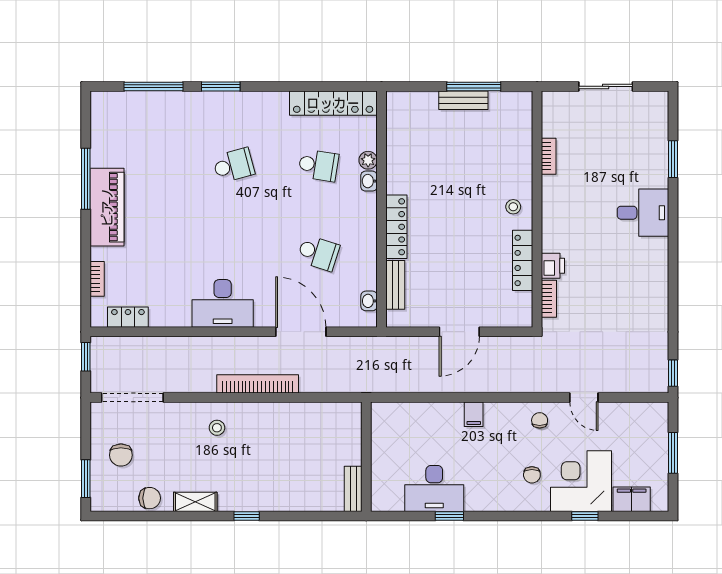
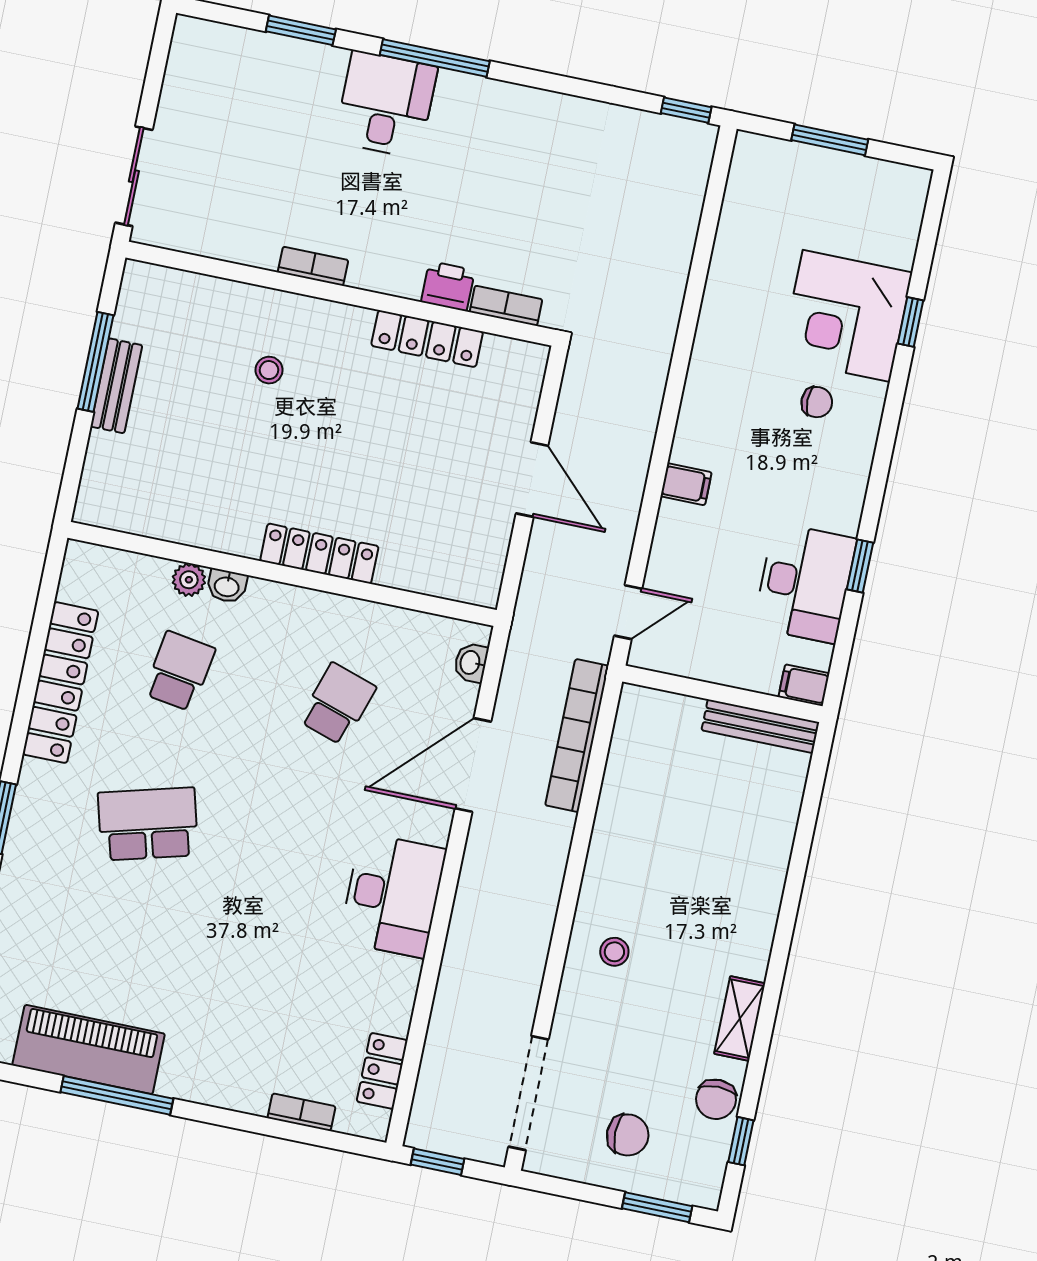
sliding door: (606, 86) -> (134, 176), moved
locker: (333, 103) -> (60, 683), moved
bookcase: (549, 156) -> (313, 266), moved
school desk: (234, 165) -> (148, 824), width x1.85
piano: (107, 207) -> (89, 1049), moved
stool: (513, 207) -> (269, 370), moved
window: (673, 234) -> (435, 58), added
bench: (395, 285) -> (424, 577), removed
washbasin: (369, 301) -> (471, 663), moved, turned 90
bookcase: (258, 384) -> (577, 736), moved
door: (584, 398) -> (628, 612), moved
chair: (540, 420) -> (721, 368), removed
bench: (353, 489) -> (760, 726), width x1.36
chair: (150, 498) -> (716, 1099), turned 180
filing cabinet: (632, 499) -> (804, 685), moved, width x0.50
window: (247, 516) -> (741, 1141), moved

